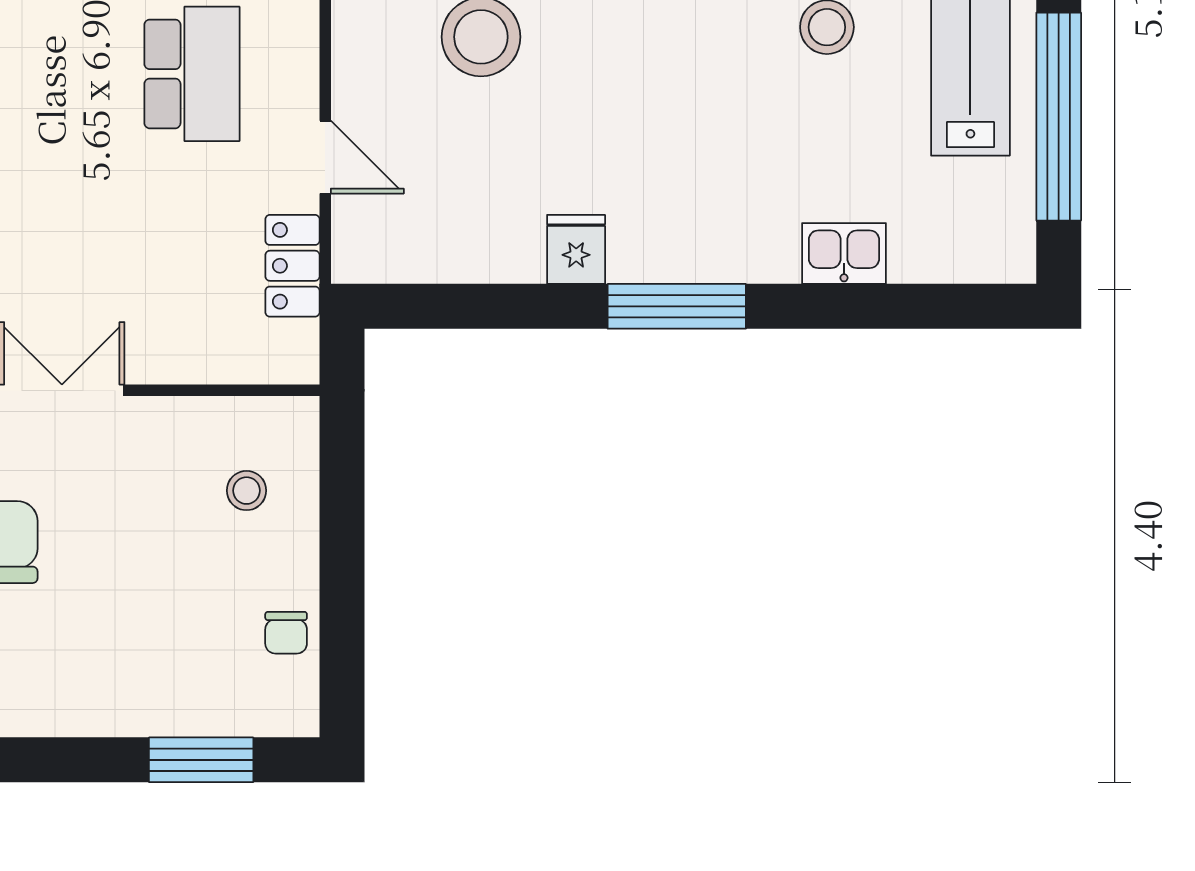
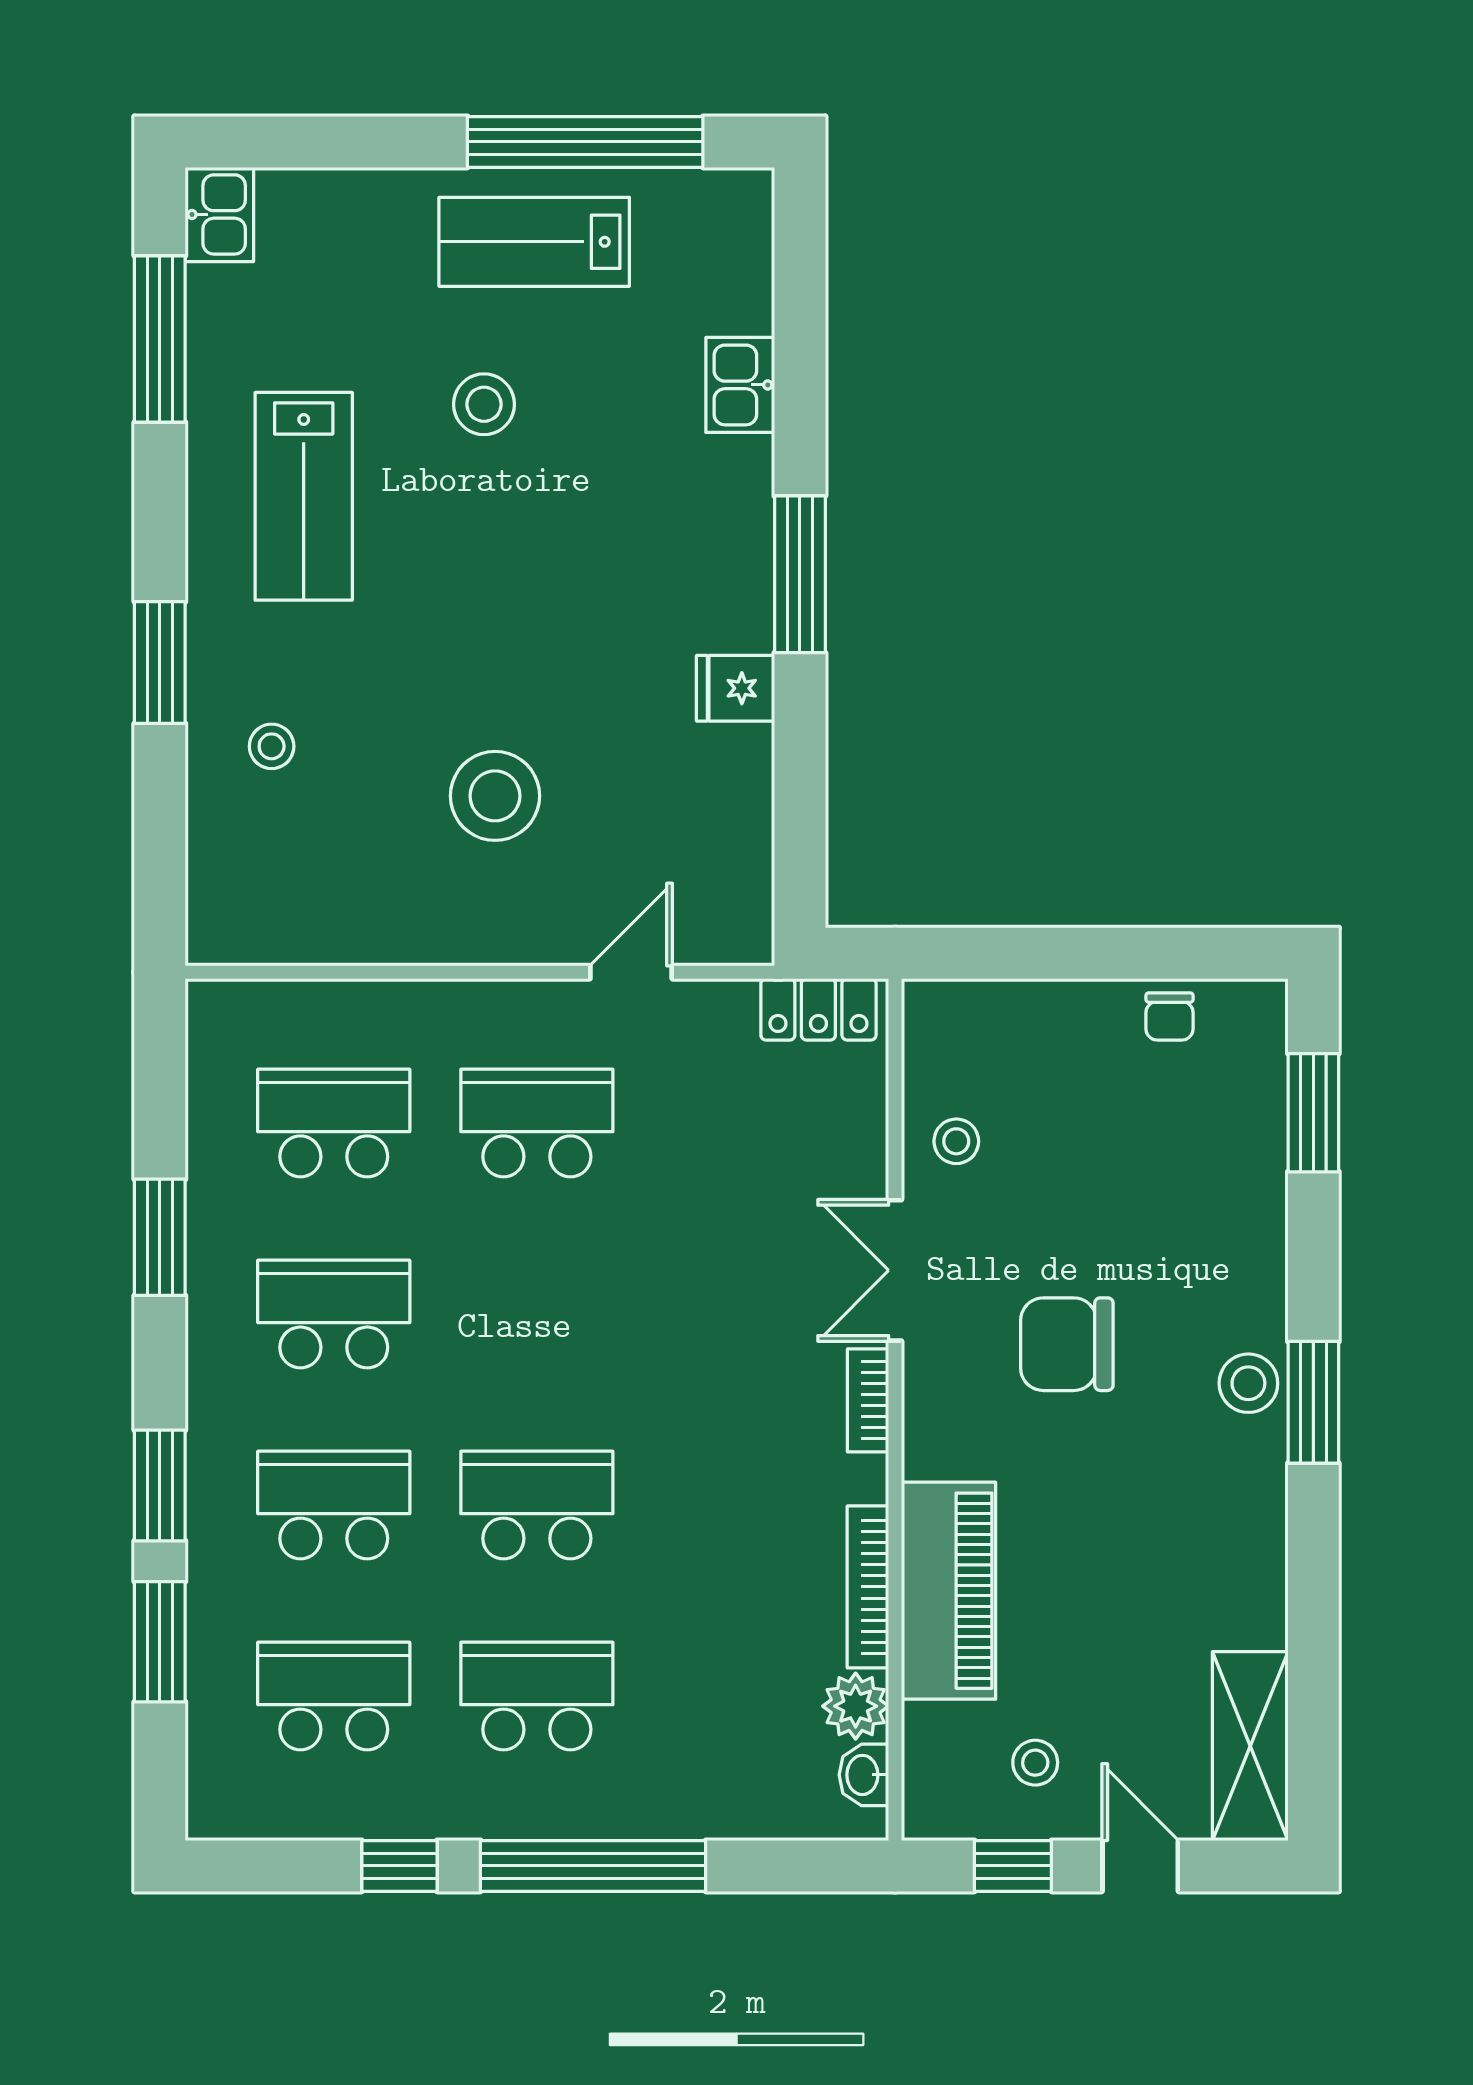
locker: (292, 266) -> (818, 1009), moved
stool: (247, 491) -> (956, 1141), moved
chair: (286, 633) -> (1170, 1016), turned 90

